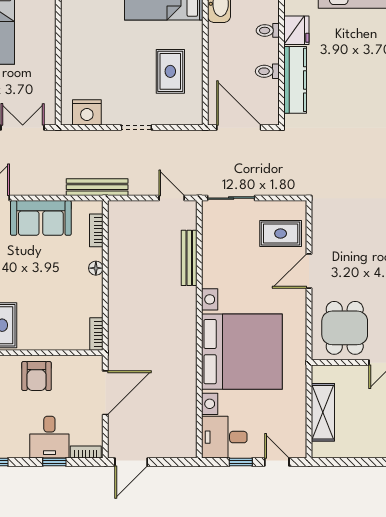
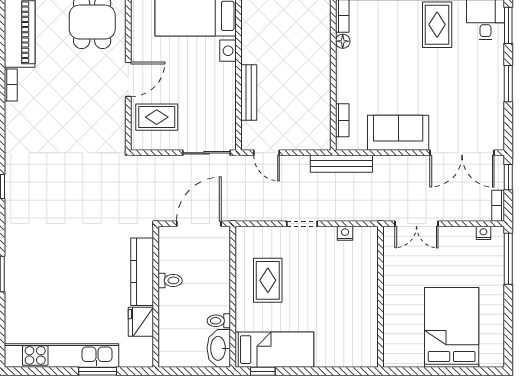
toilet: (268, 30) -> (219, 321), moved, turned 180
nightstand: (87, 112) -> (345, 233), width x0.53, depth x0.56
door: (239, 128) -> (199, 224), swing flipped
floor lamp: (96, 268) -> (343, 41), moved

